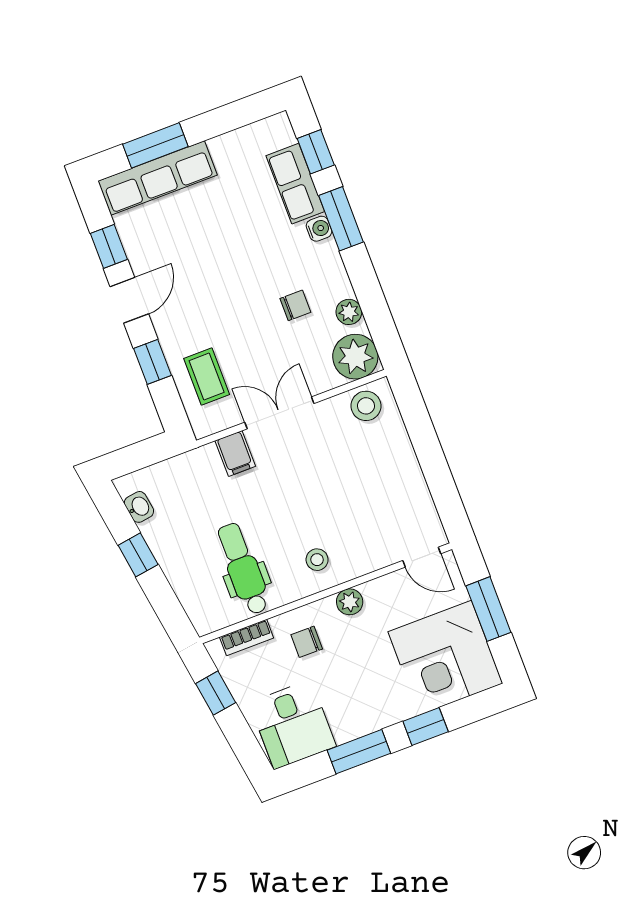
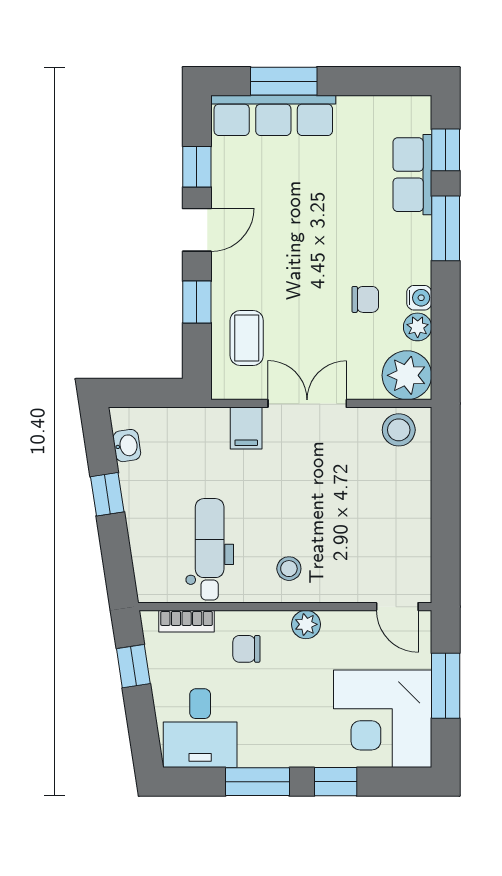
water cooler: (319, 229) -> (419, 298), moved

